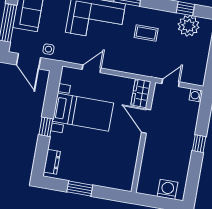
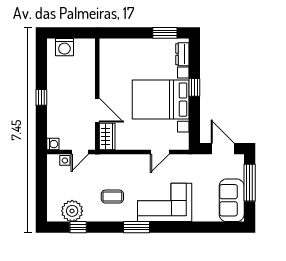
side table: (48, 49) -> (65, 160), moved
bed with nightstands: (83, 112) -> (161, 100), width x1.36
window: (80, 188) -> (165, 33), moved

